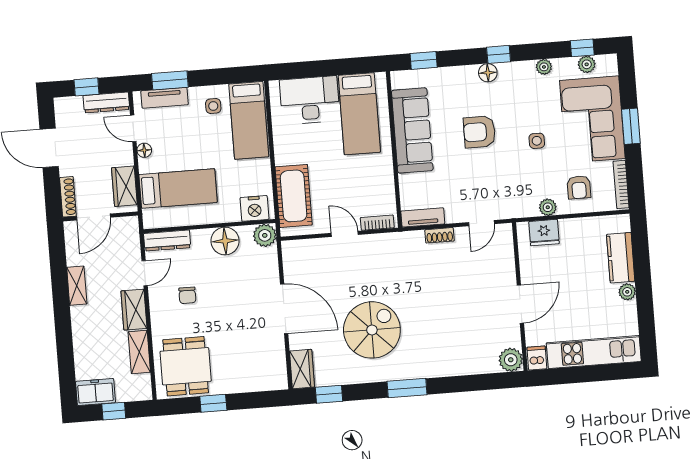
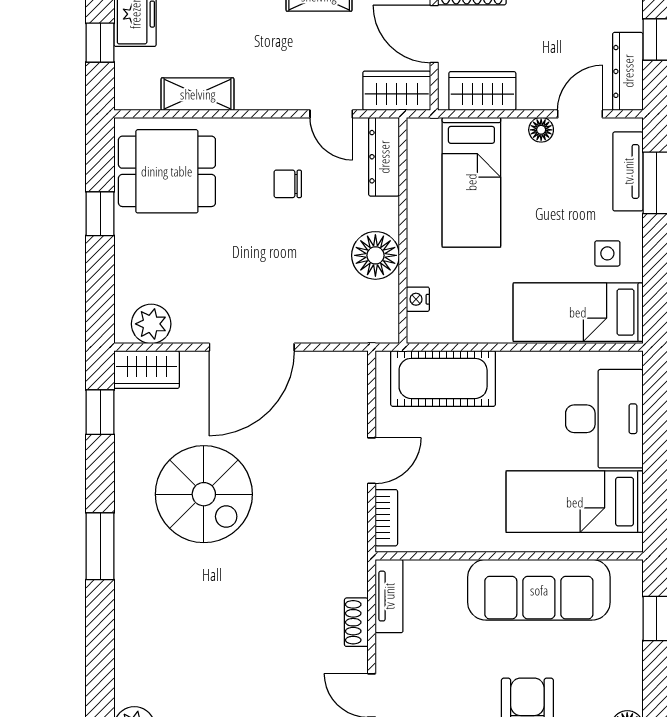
nightstand: (254, 208) -> (418, 299), width x0.53, depth x0.56
plant: (265, 235) -> (151, 324), moved
wardrobe: (134, 310) -> (397, 91), moved

